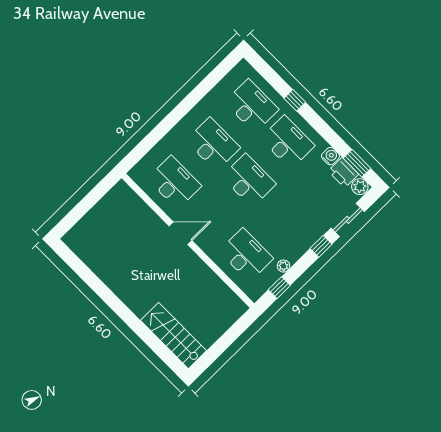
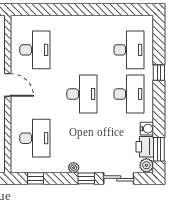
desk: (213, 144) -> (82, 50), removed
plant: (283, 266) -> (74, 168), moved

